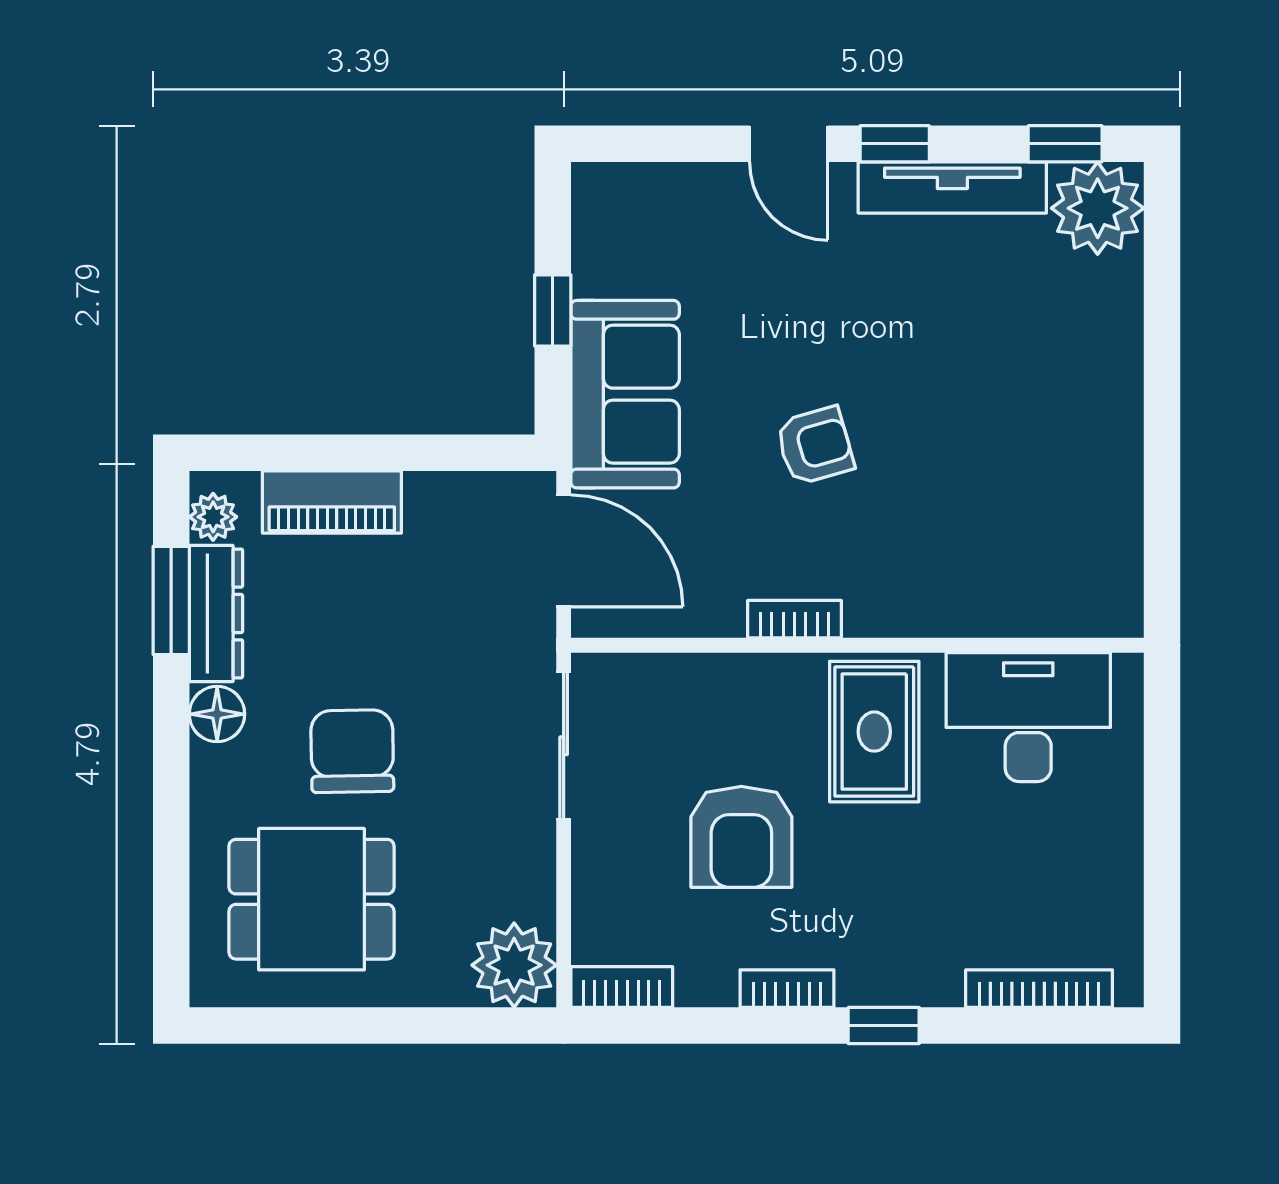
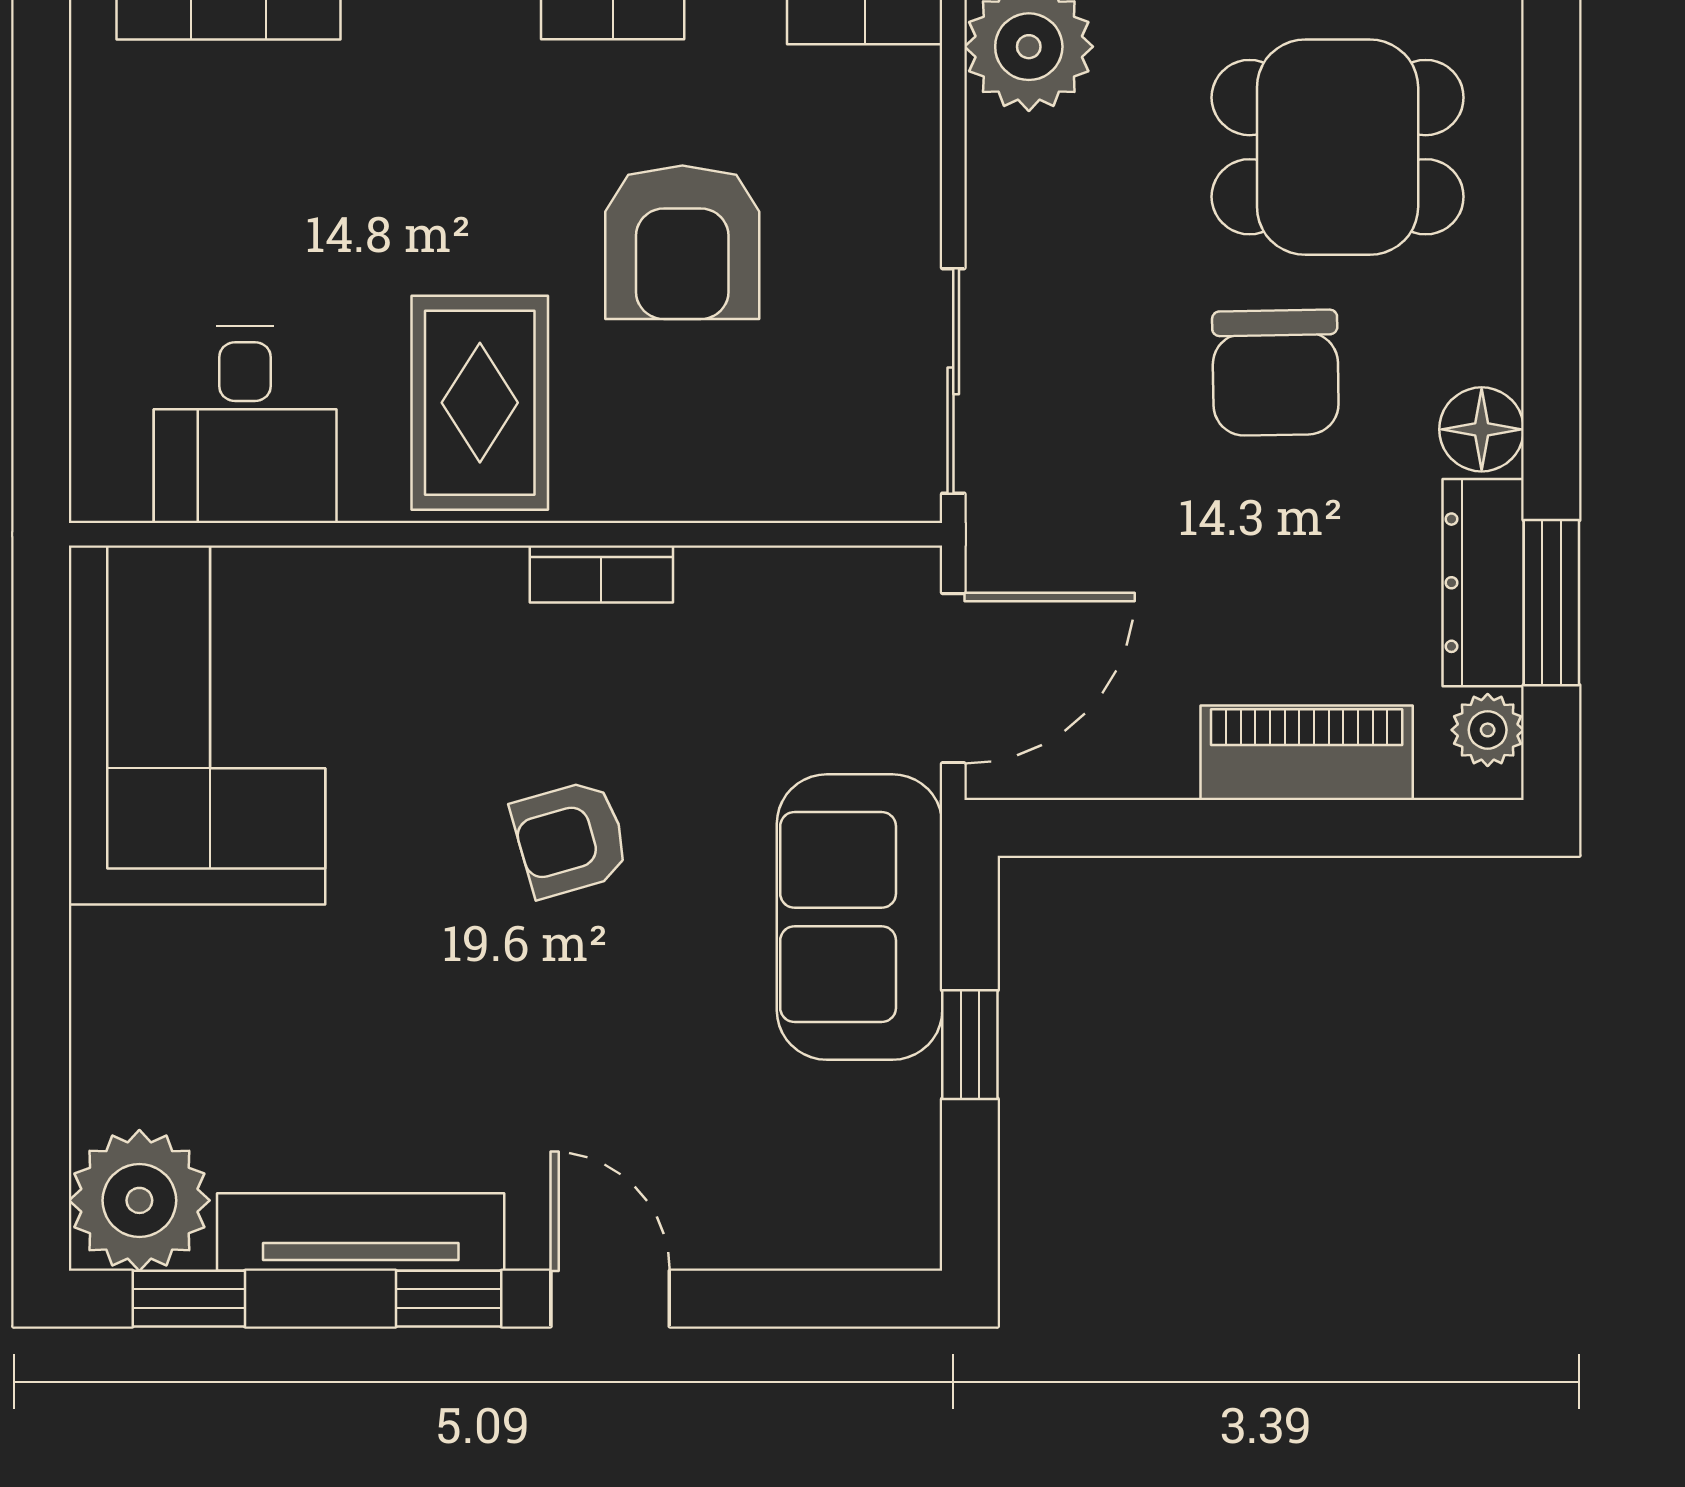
corner sofa: (1060, 520) -> (197, 725), added
door: (564, 551) -> (953, 678), swing flipped
desk: (1028, 717) -> (245, 425), width x0.73
armchair: (741, 837) -> (682, 242), turned 180

